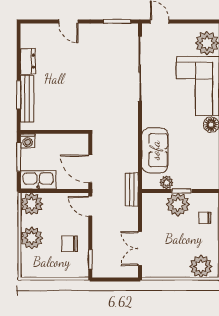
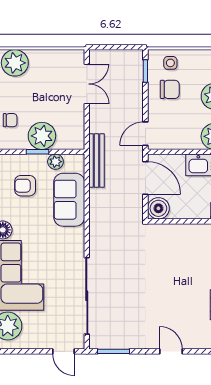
boiler: (79, 143) -> (158, 208), added
armchair: (192, 162) -> (25, 186), added
bench: (132, 190) -> (96, 161), width x1.36
door: (90, 206) -> (145, 134), swing flipped
side table: (69, 266) -> (170, 63), added

